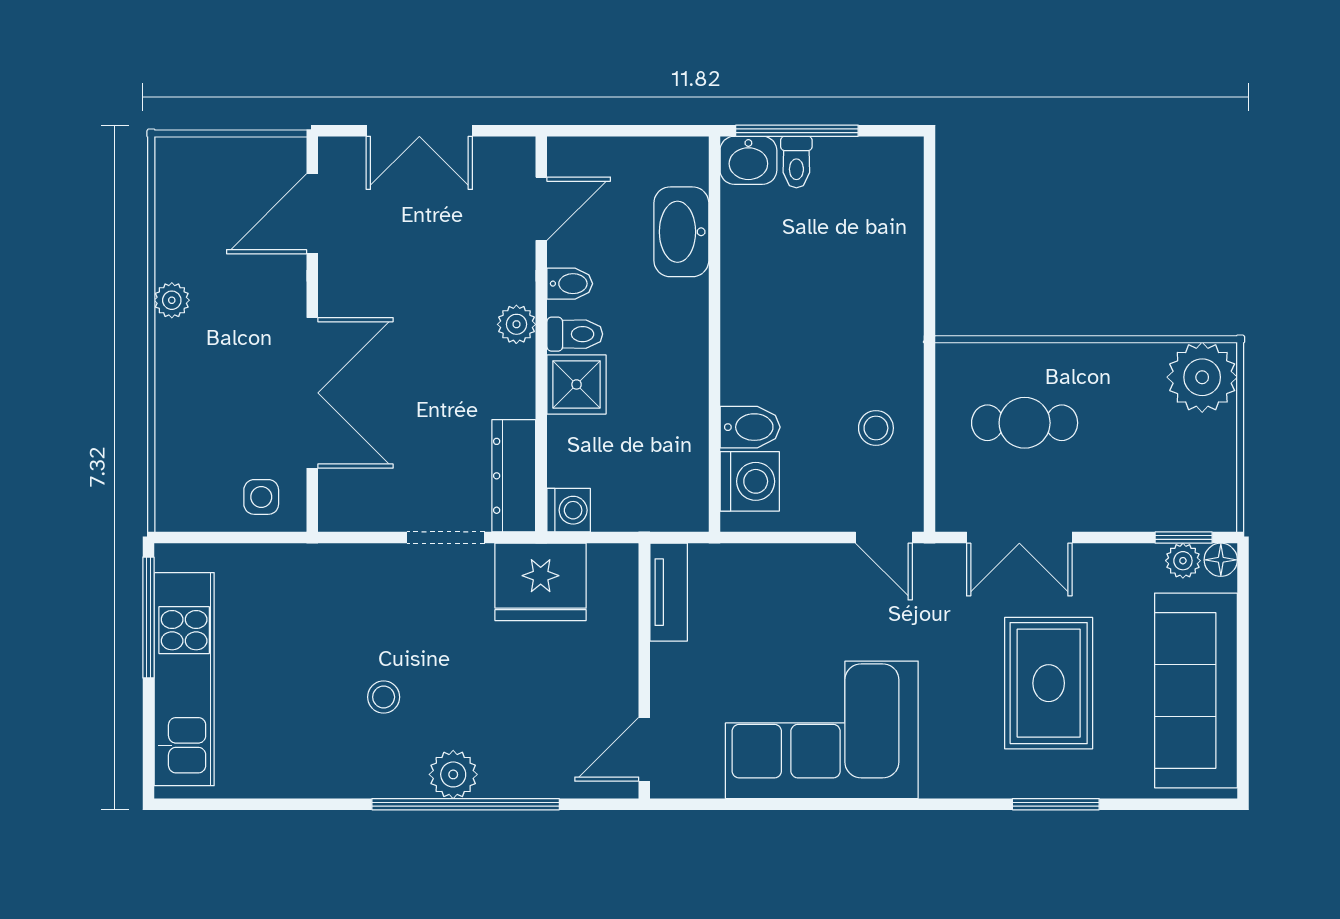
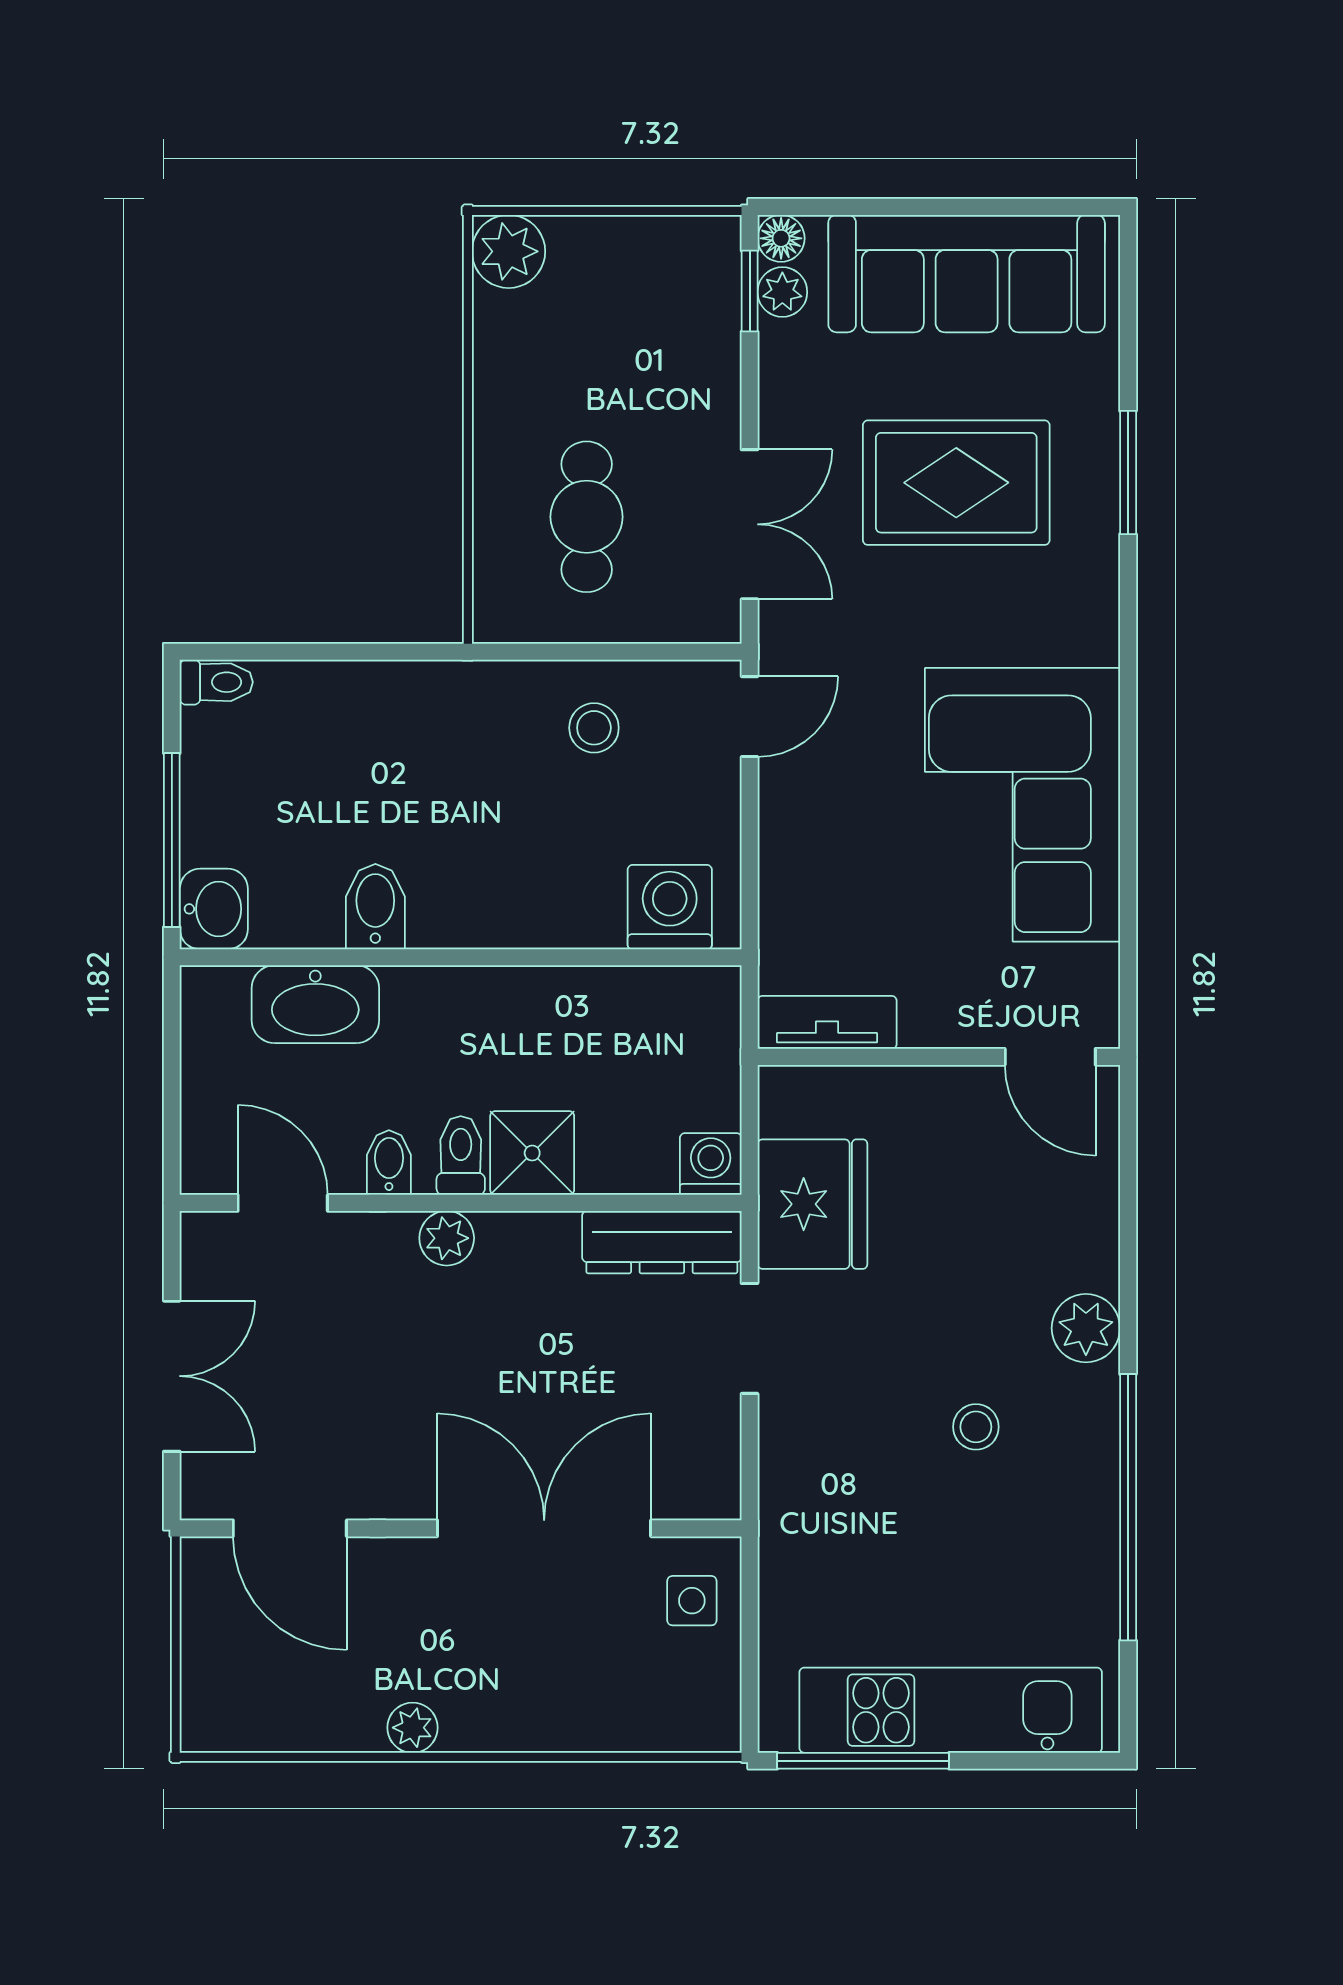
toilet: (796, 162) -> (216, 682), moved
plant: (1202, 377) -> (509, 251), width x0.73, depth x0.73
bidet: (750, 427) -> (375, 907), moved
window: (466, 804) -> (1128, 1507), moved

